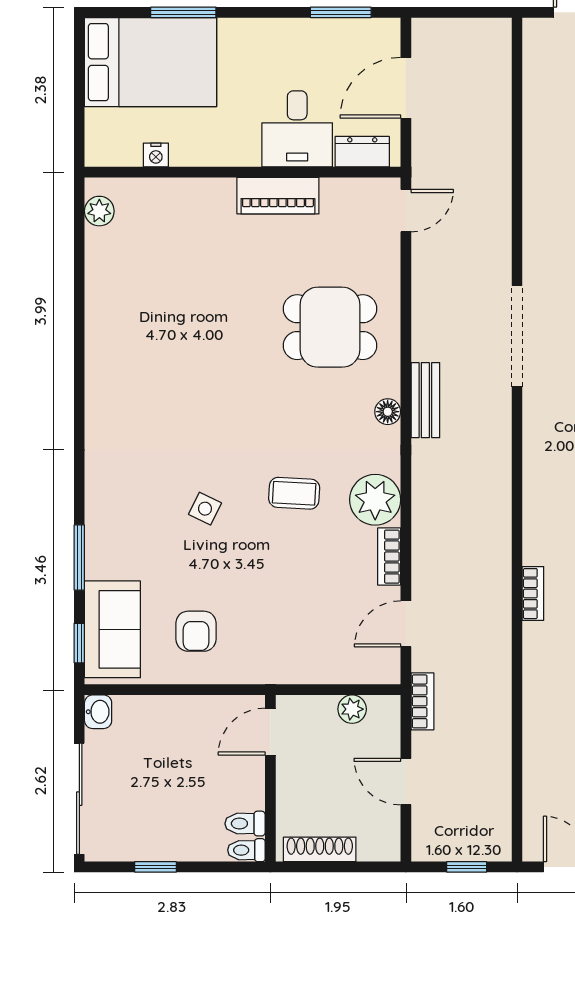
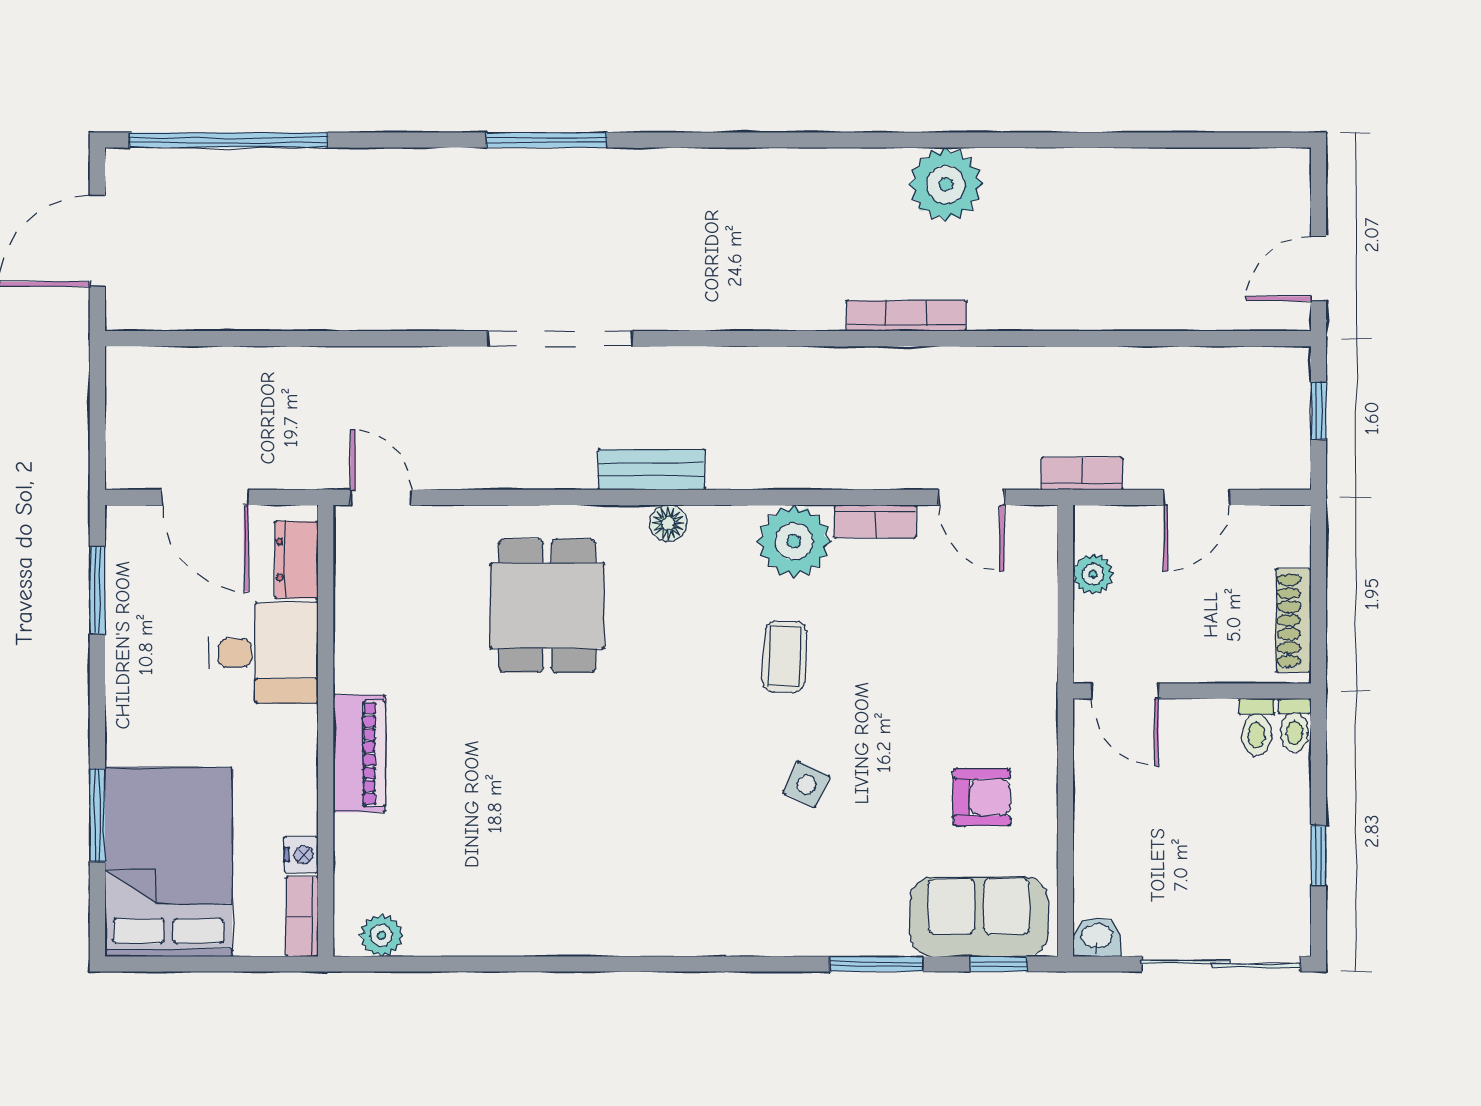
bookcase: (112, 156) -> (302, 917), added
piano: (278, 196) -> (359, 754), moved
bookcase: (533, 594) -> (906, 316), width x1.56

